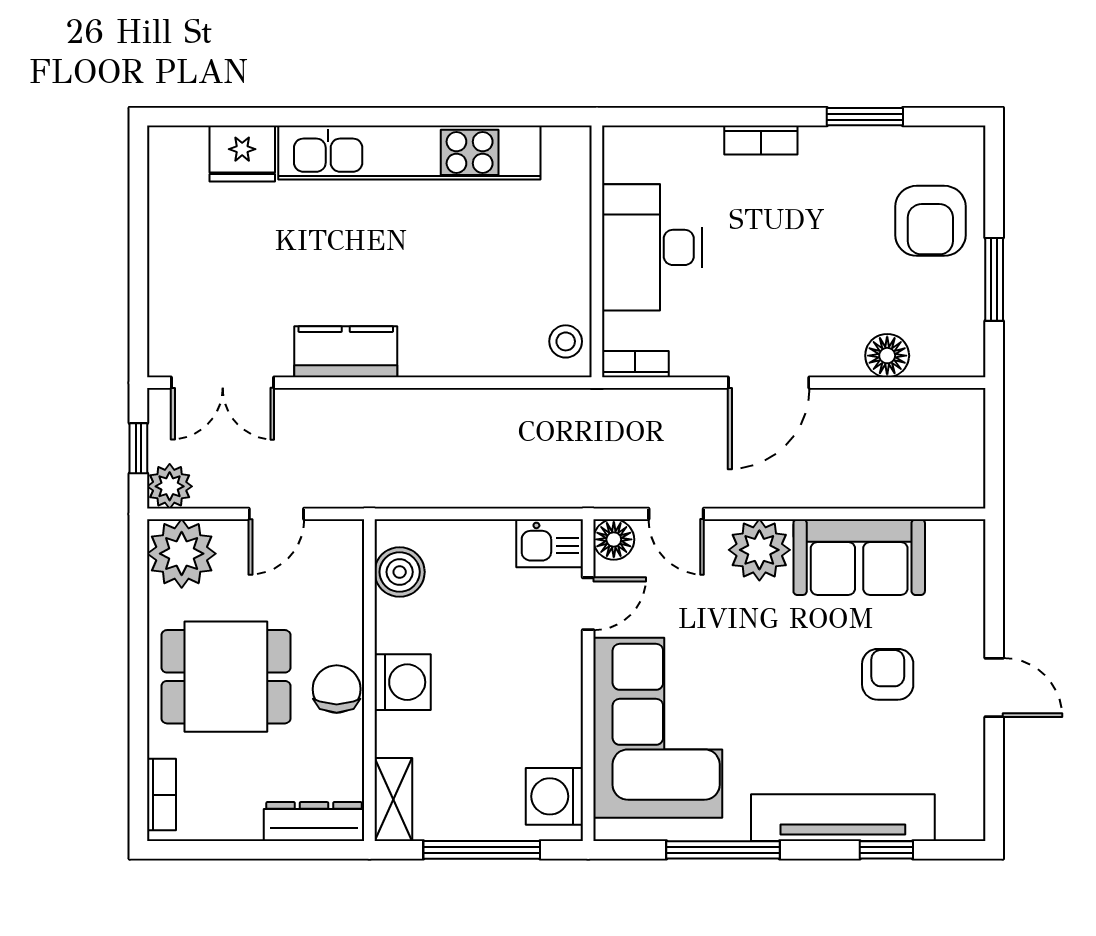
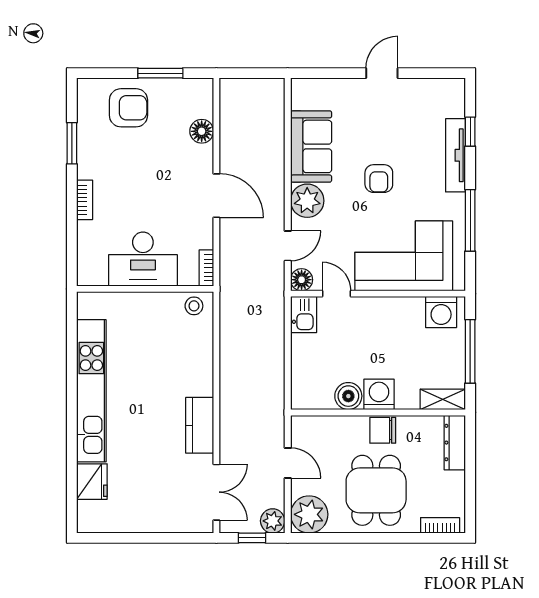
boiler: (400, 572) -> (348, 396), moved
armchair: (888, 674) -> (379, 179), moved, turned -90
tv unit: (843, 818) -> (455, 155), width x0.73, depth x0.78

